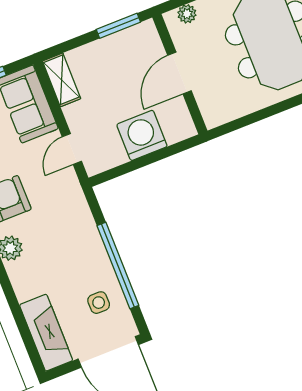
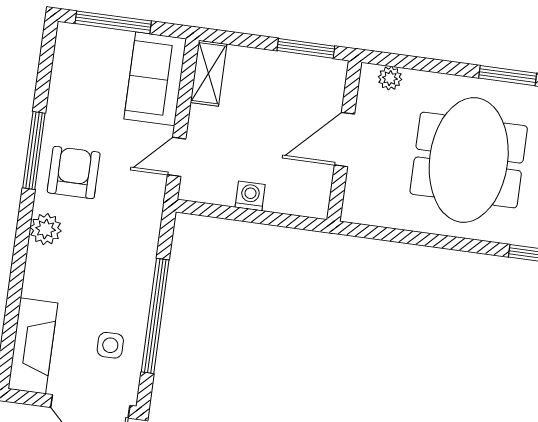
washing machine: (142, 135) -> (250, 196), width x0.53, depth x0.53

